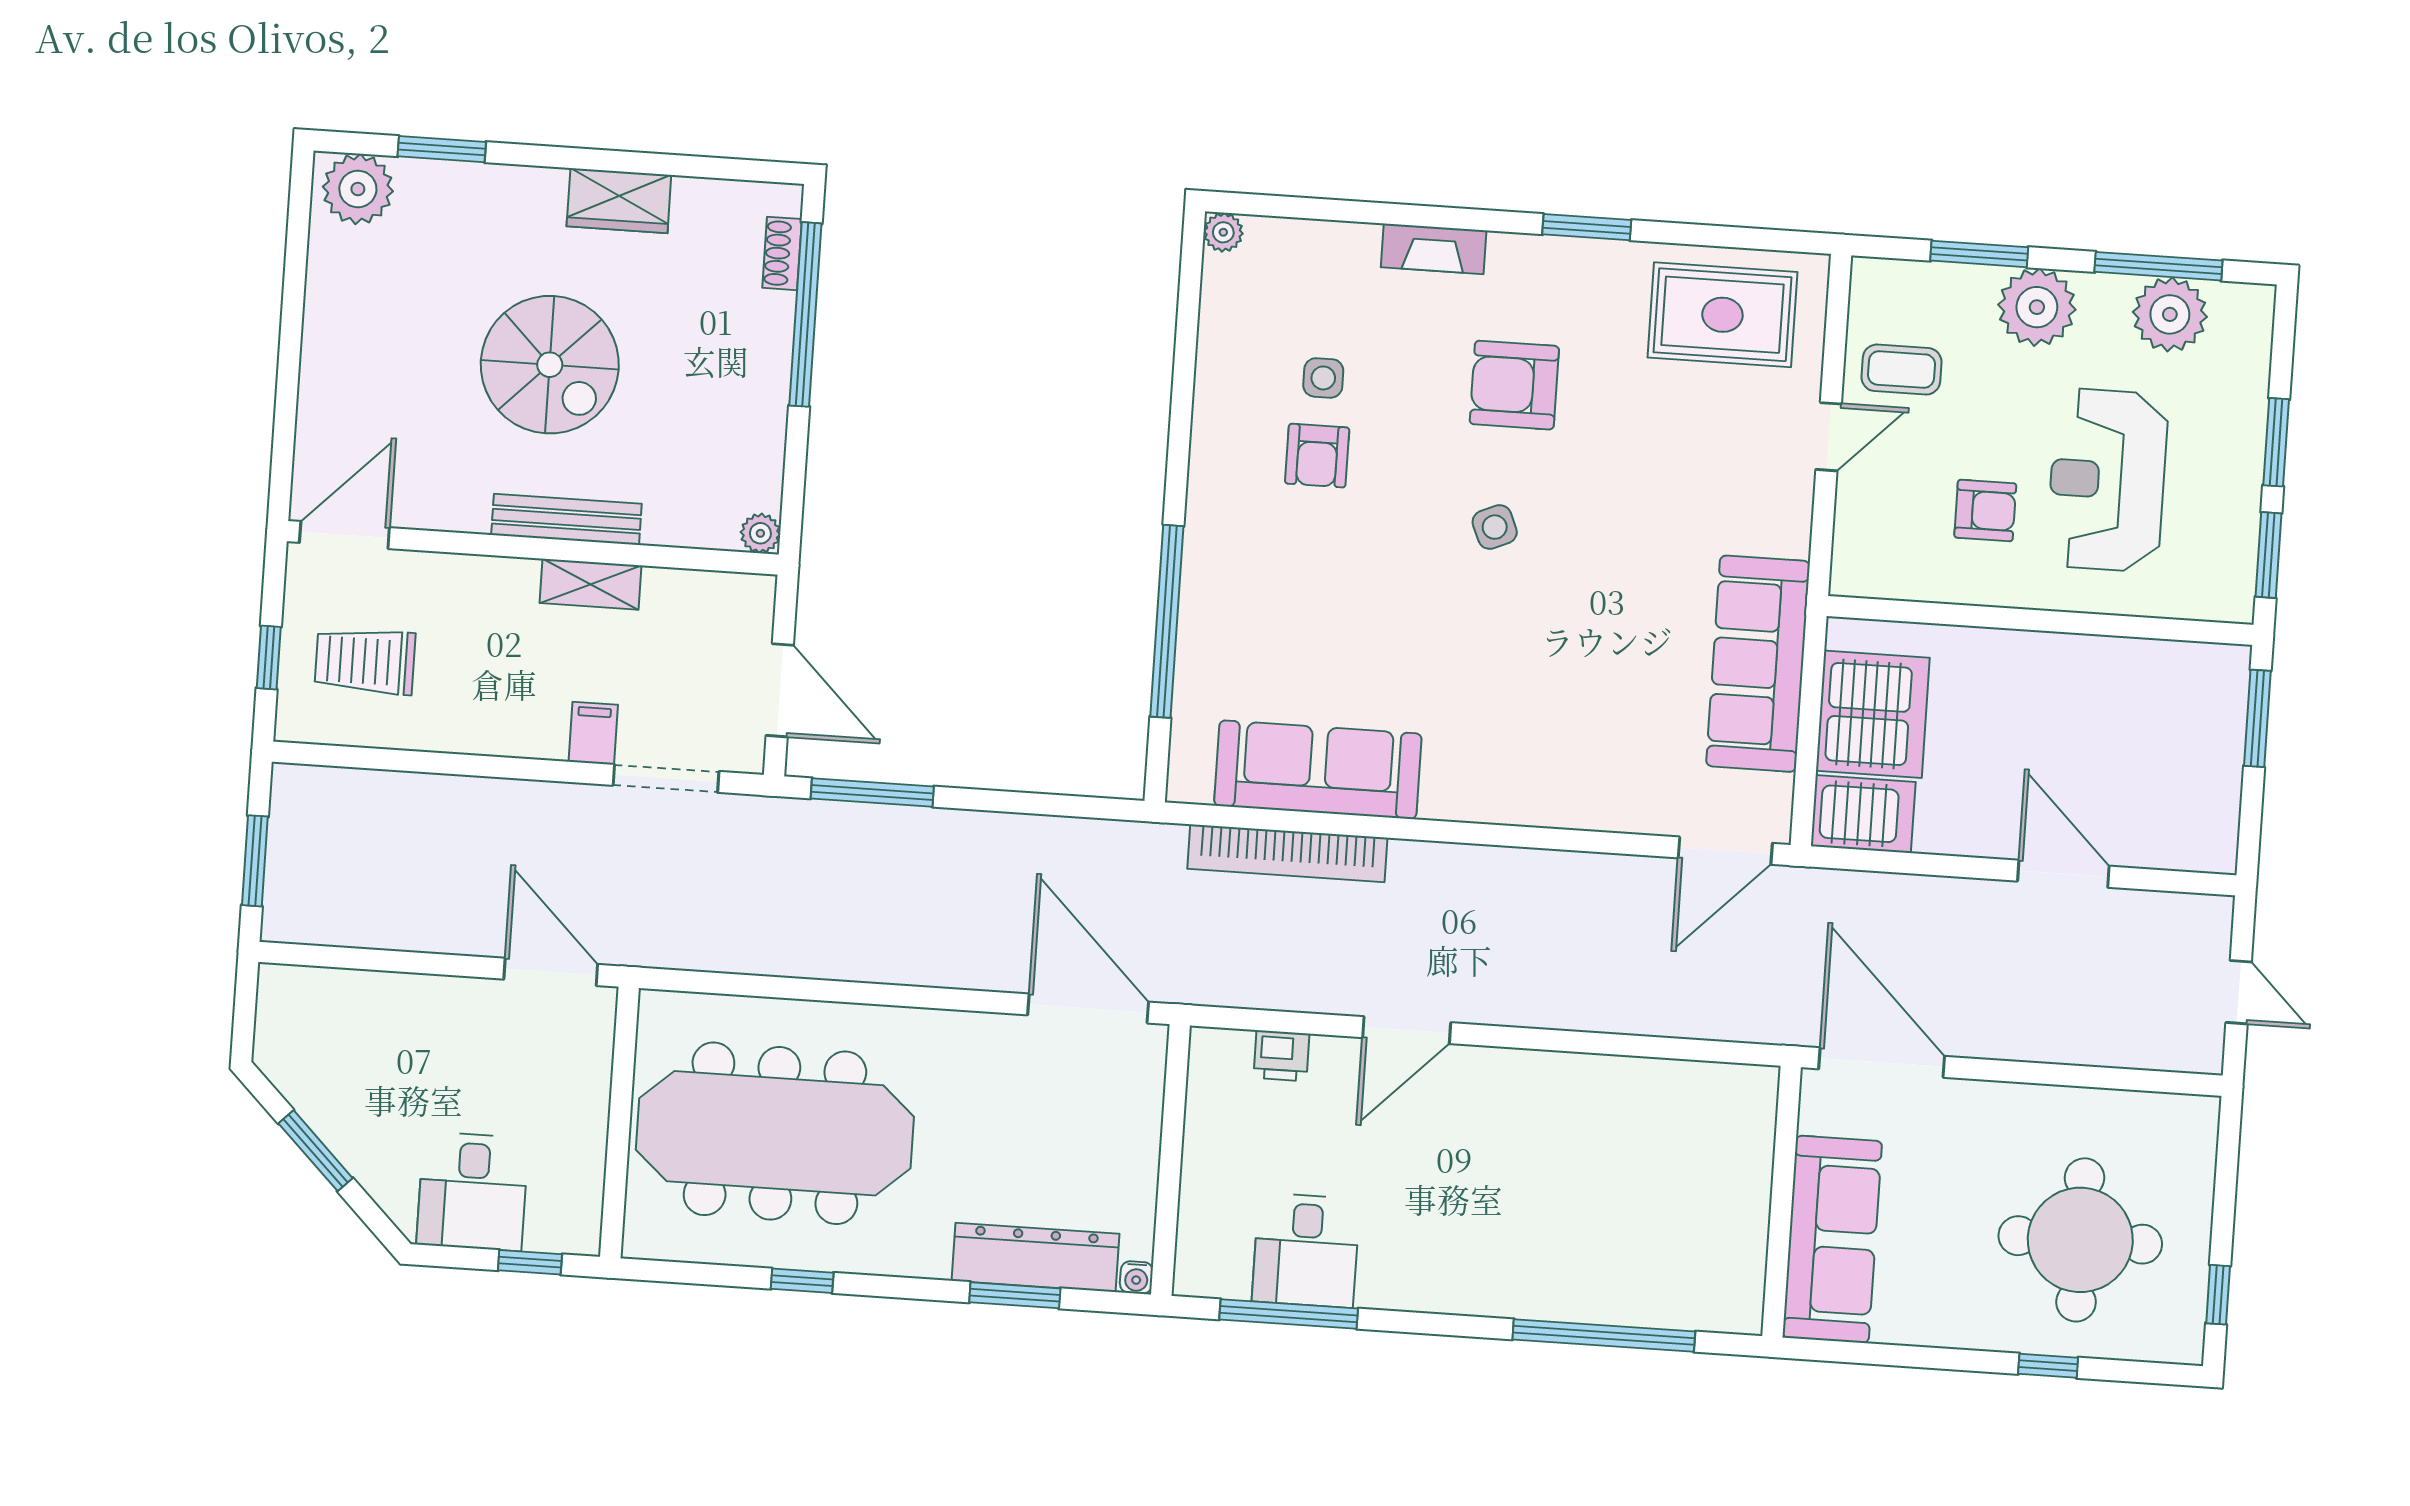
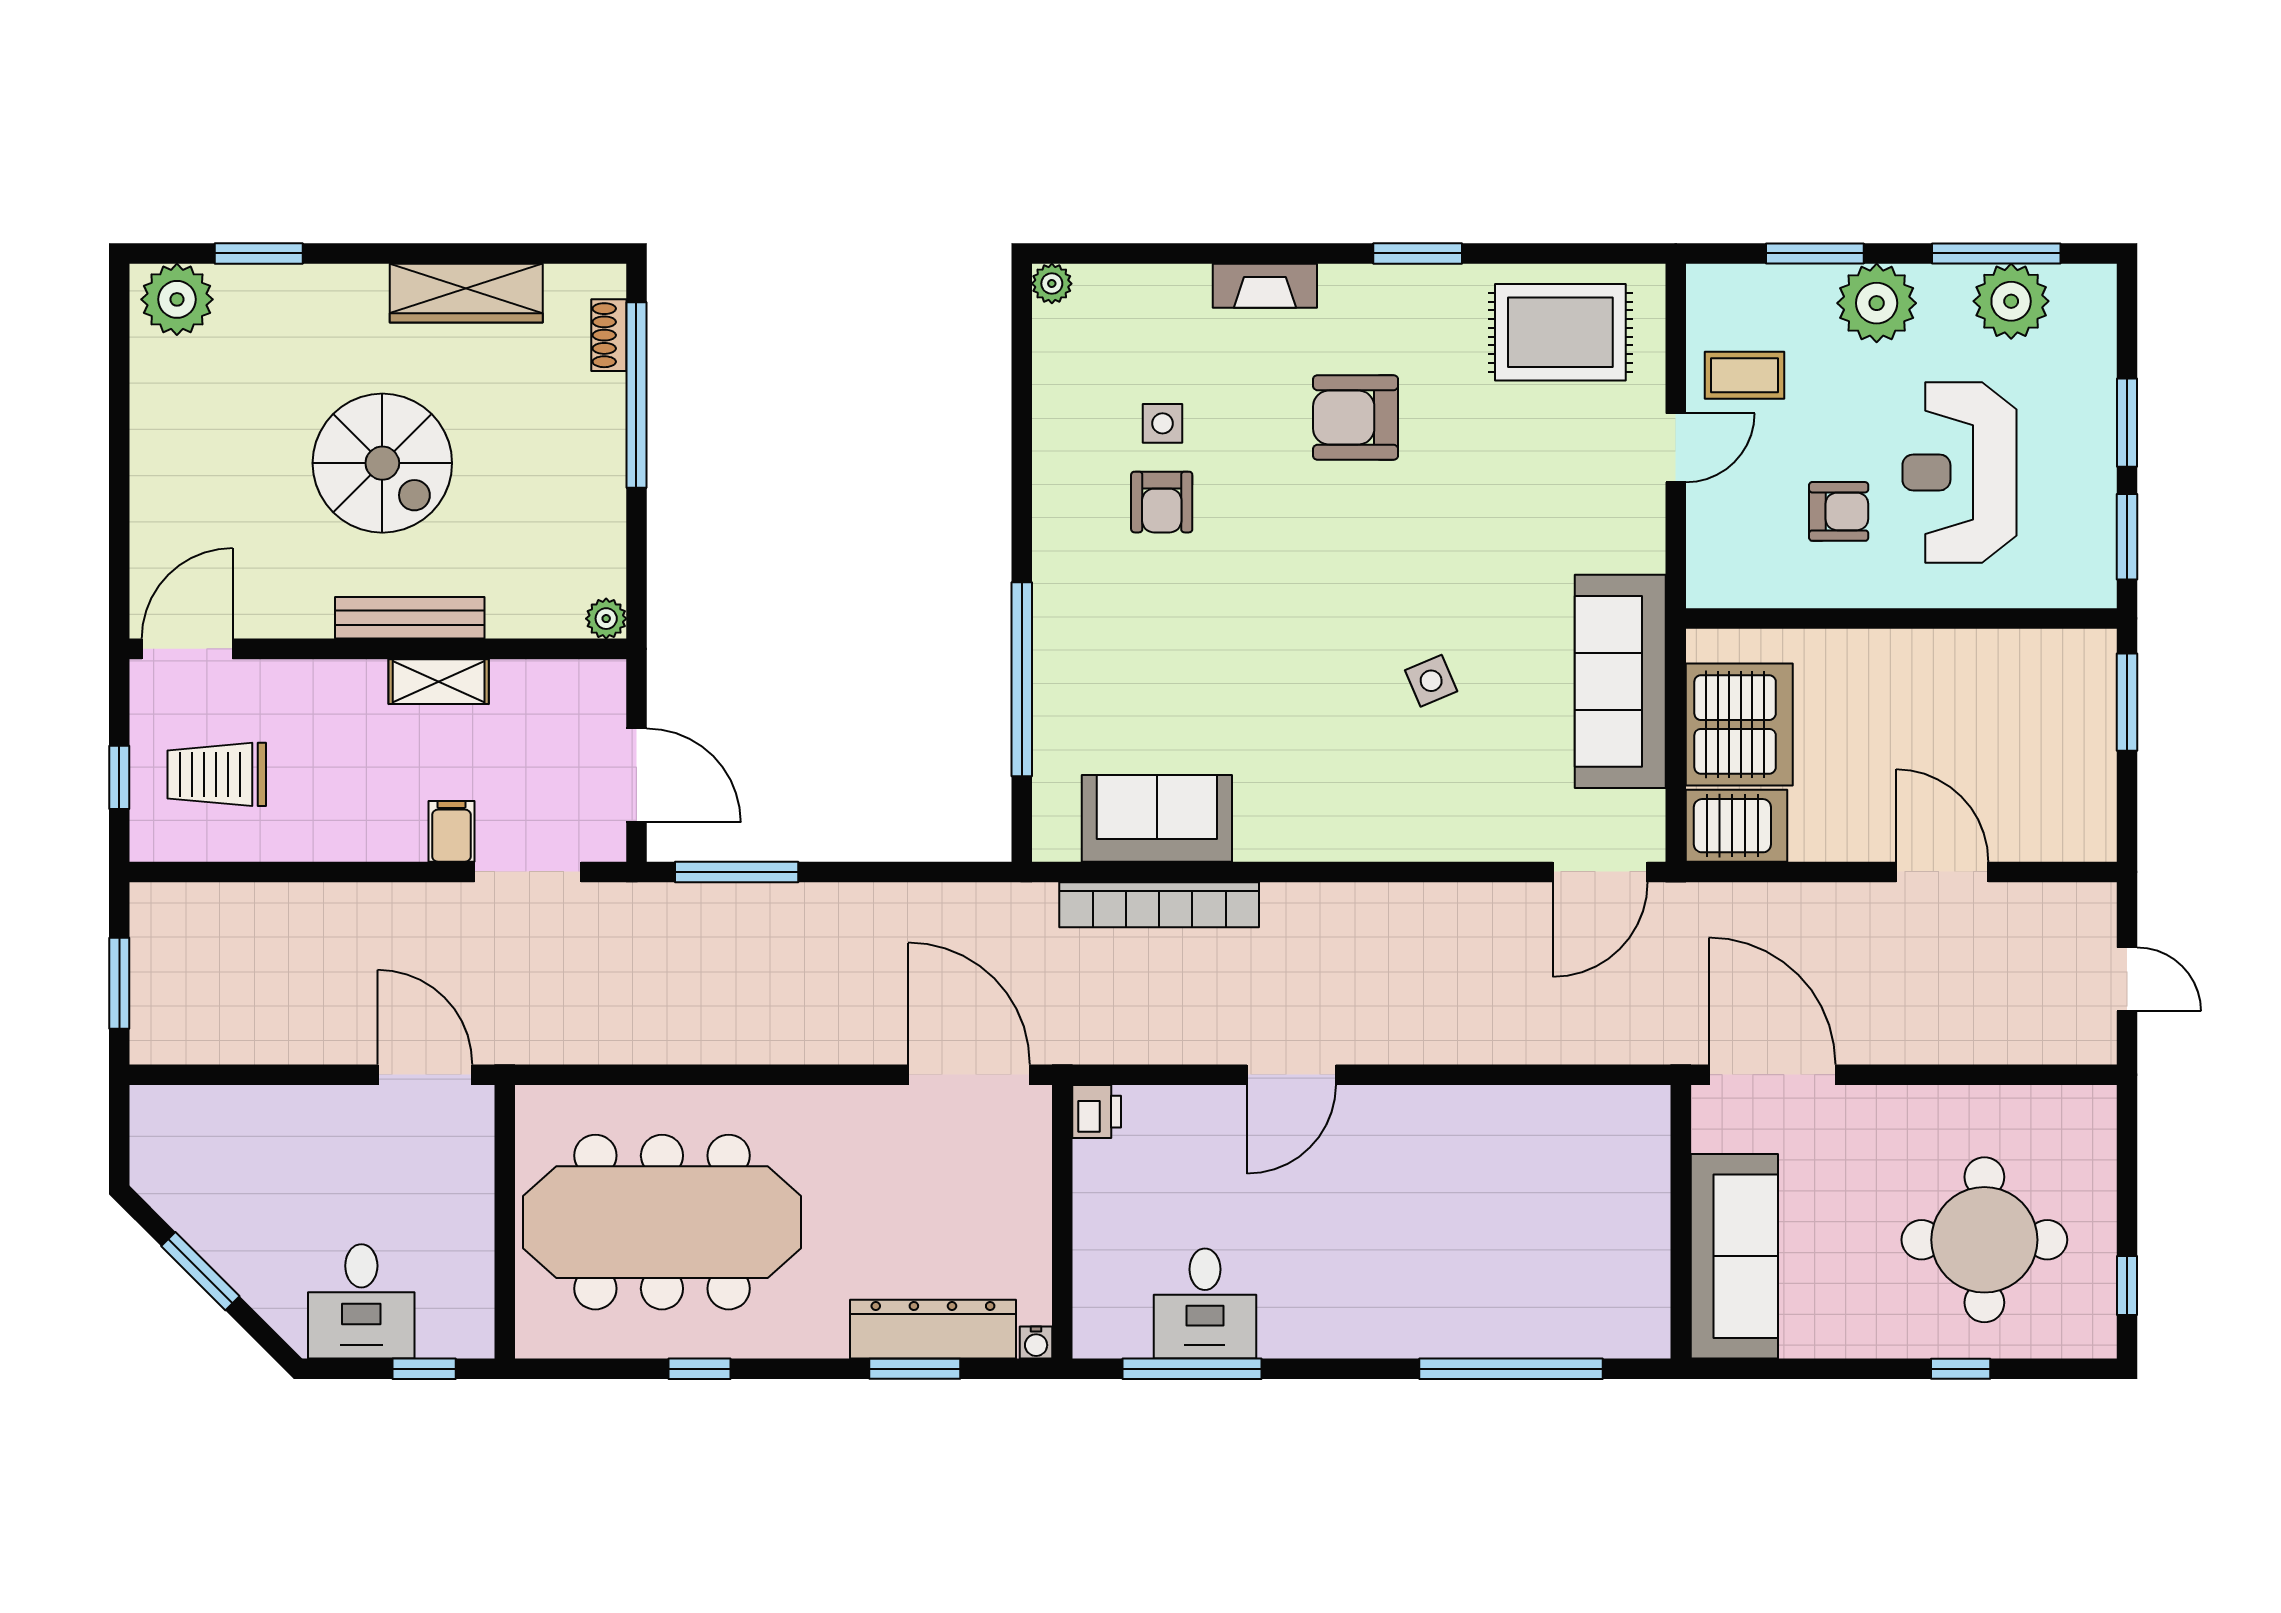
wardrobe: (619, 201) -> (466, 293), width x1.50
side table: (1495, 527) -> (1431, 681), moved
sofa: (1318, 770) -> (1157, 818), width x0.73
printer: (1281, 1056) -> (1097, 1112), moved, turned -90

